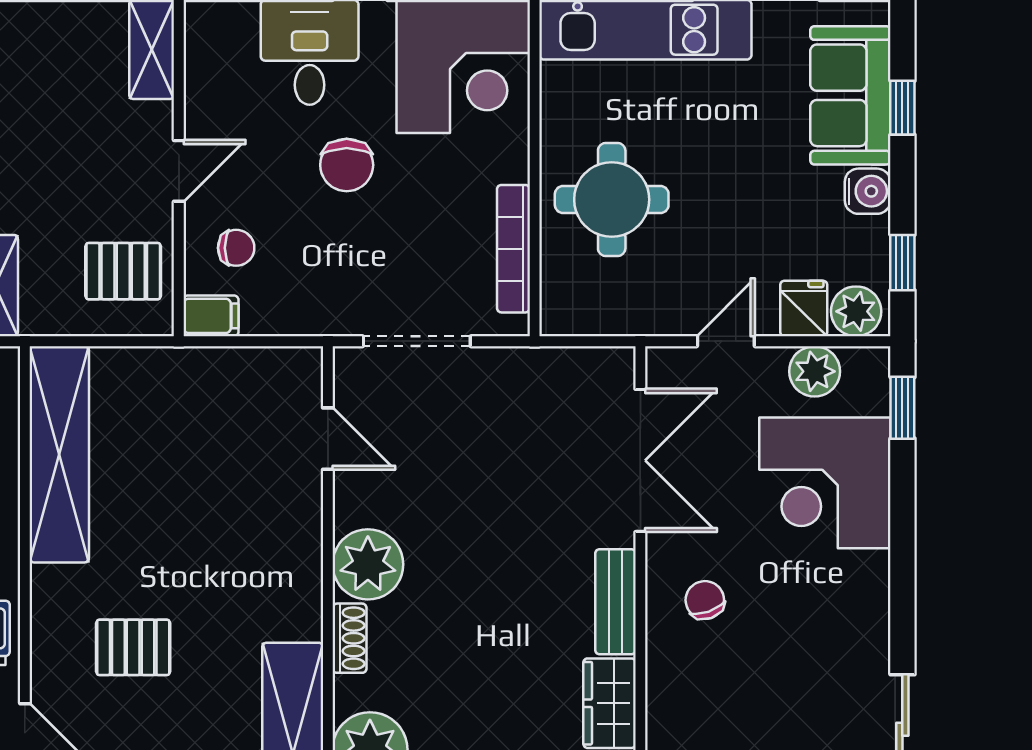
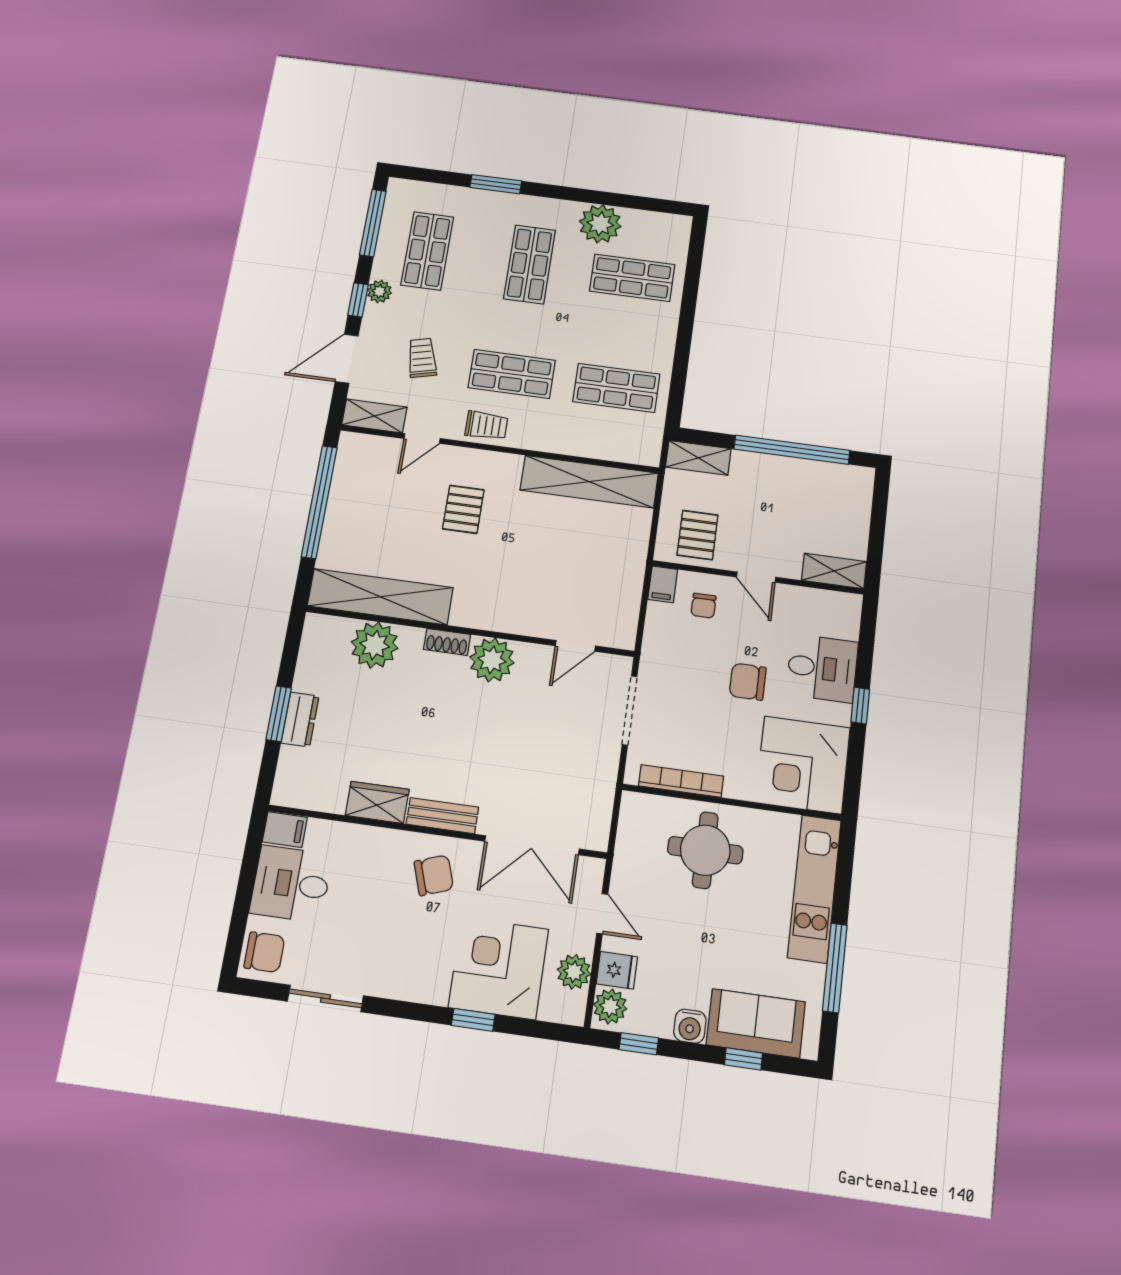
window: (902, 408) -> (473, 1020), moved
chair: (705, 600) -> (434, 875), width x1.37, depth x1.37

